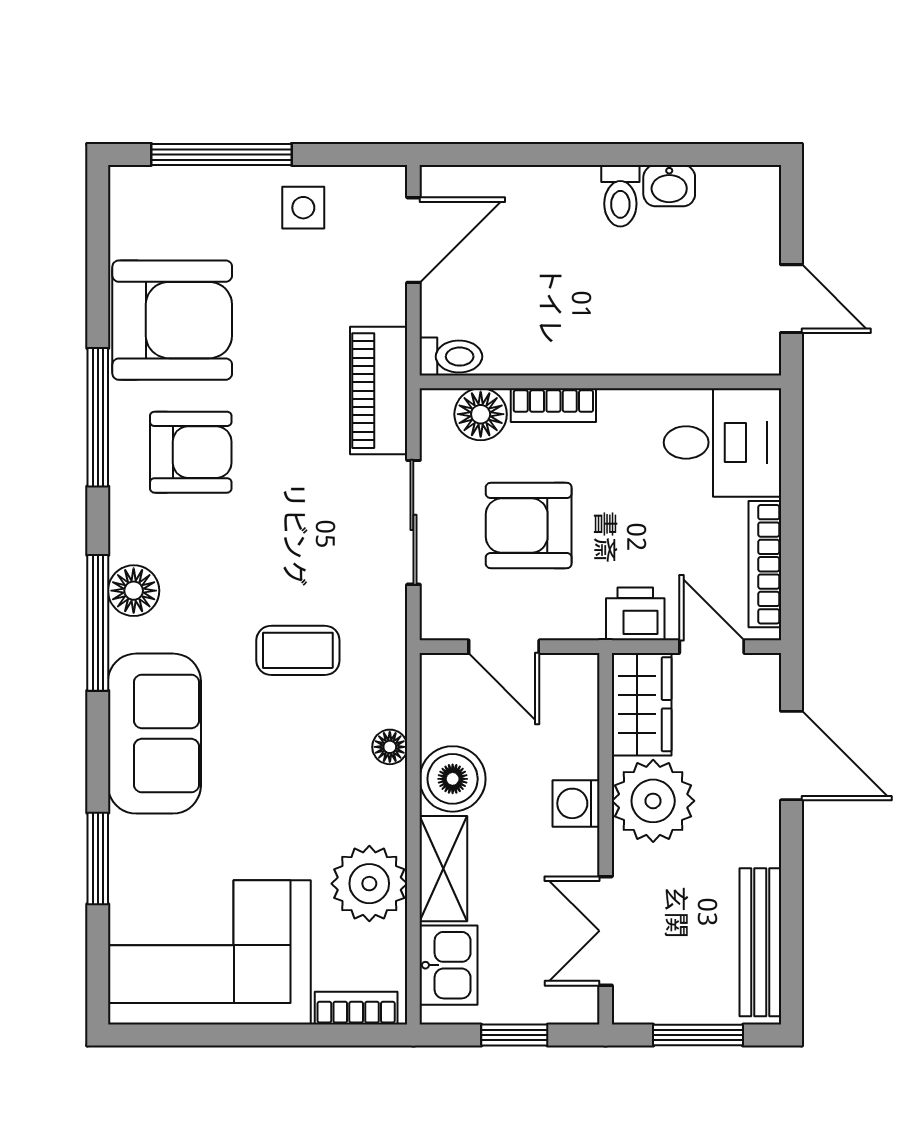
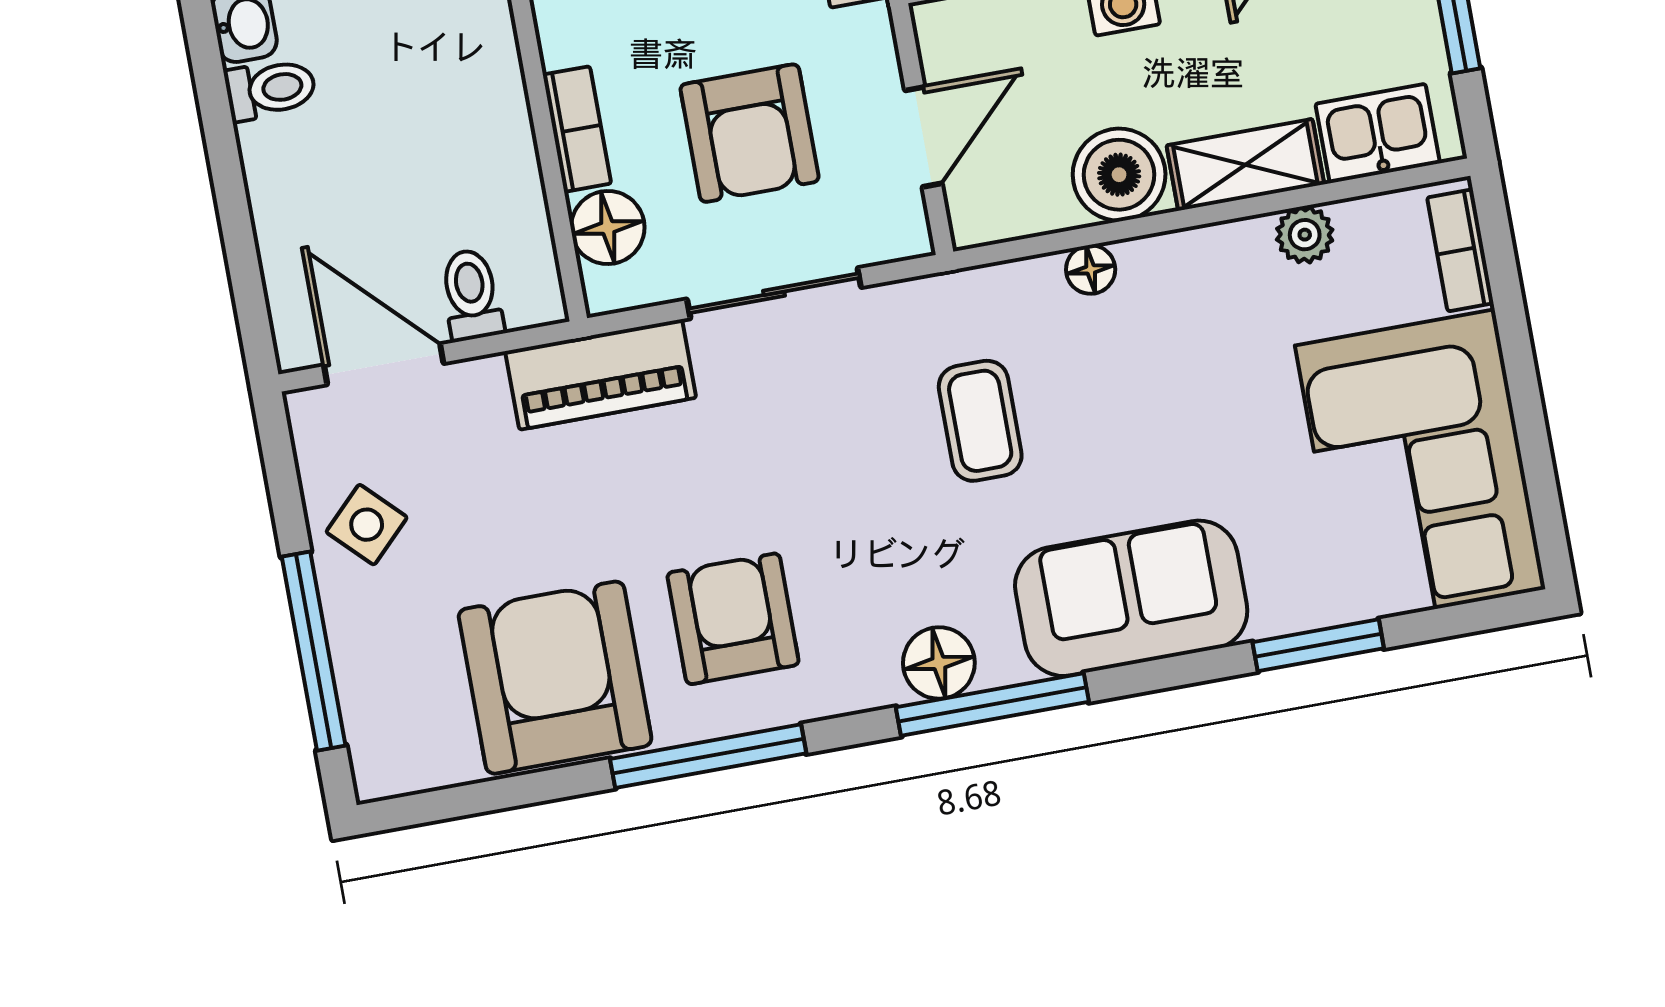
side table: (303, 208) -> (367, 525), turned 45
toilet: (451, 357) -> (471, 295), moved
plant: (369, 884) -> (1305, 235), width x0.53, depth x0.53

